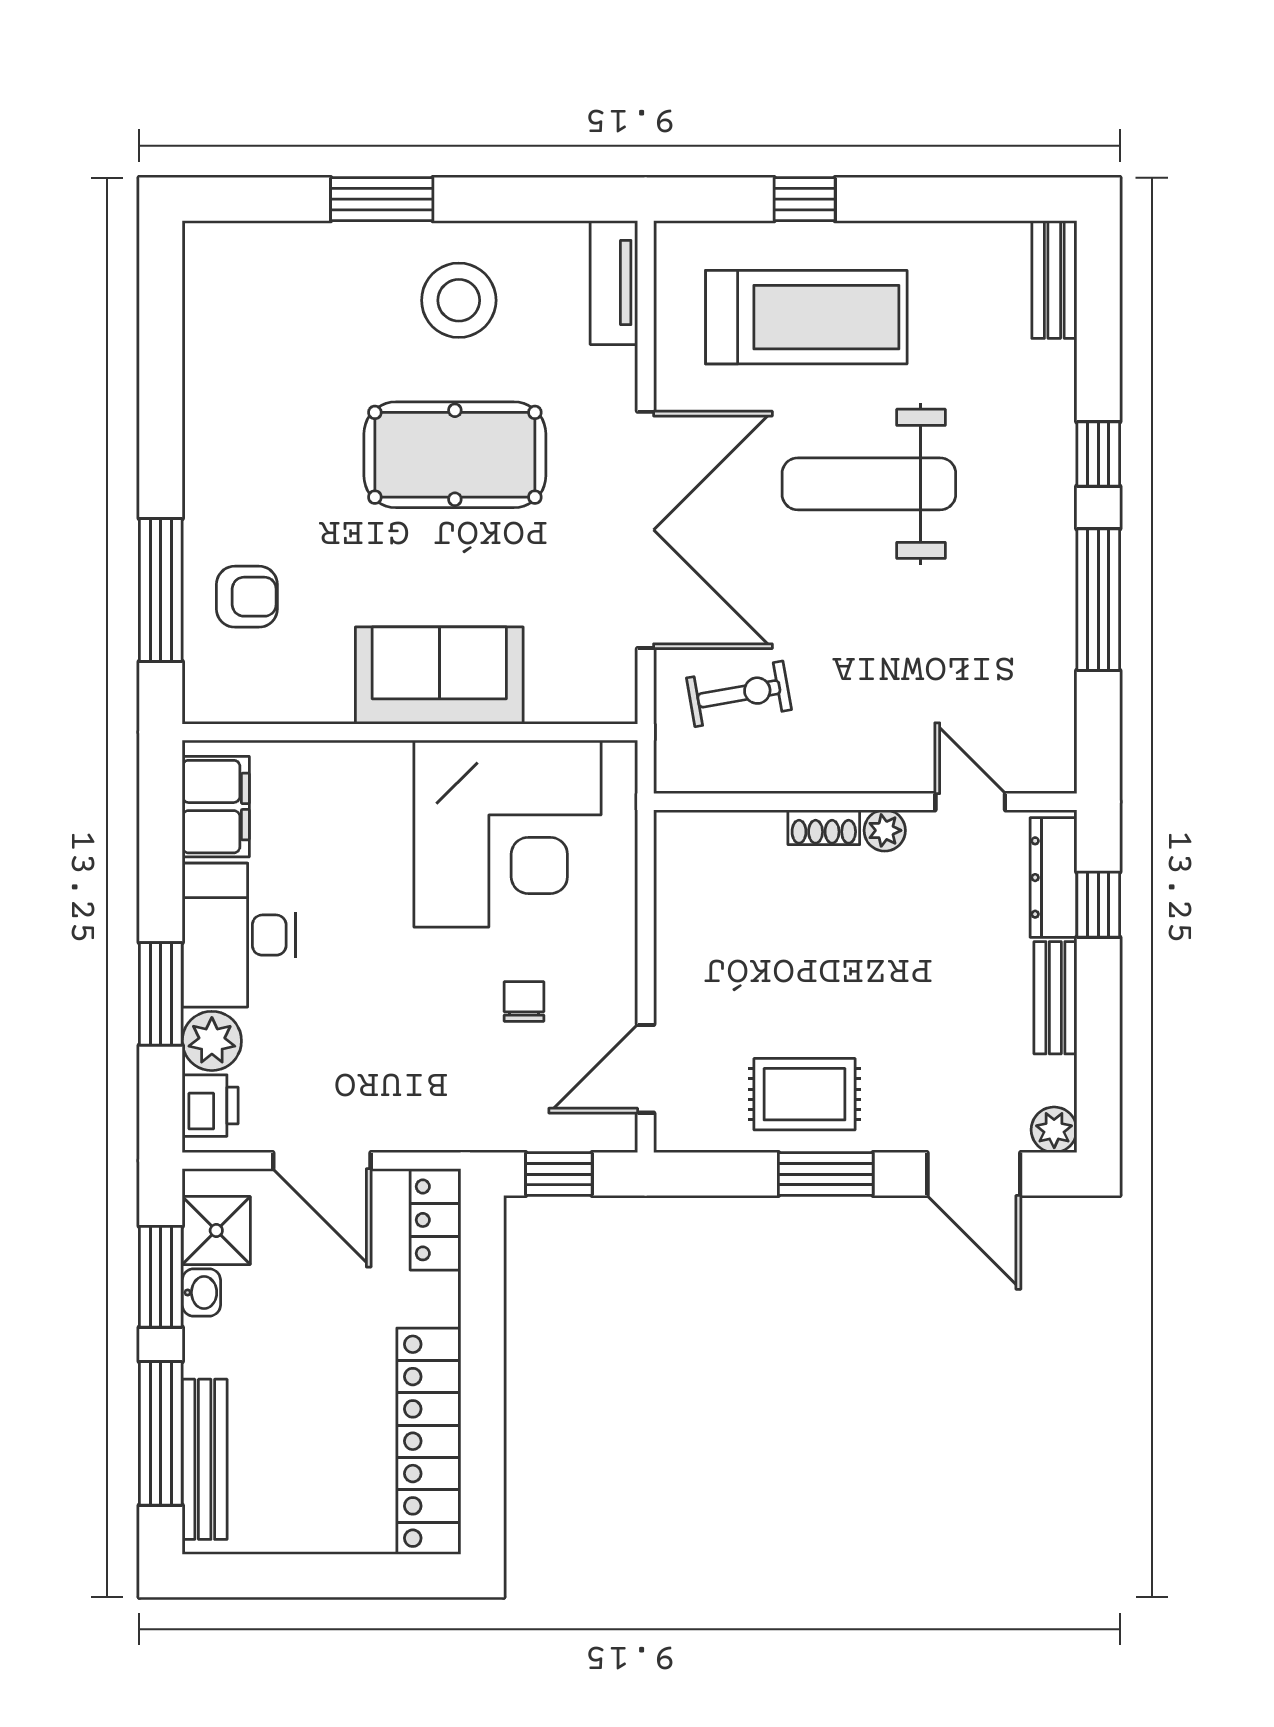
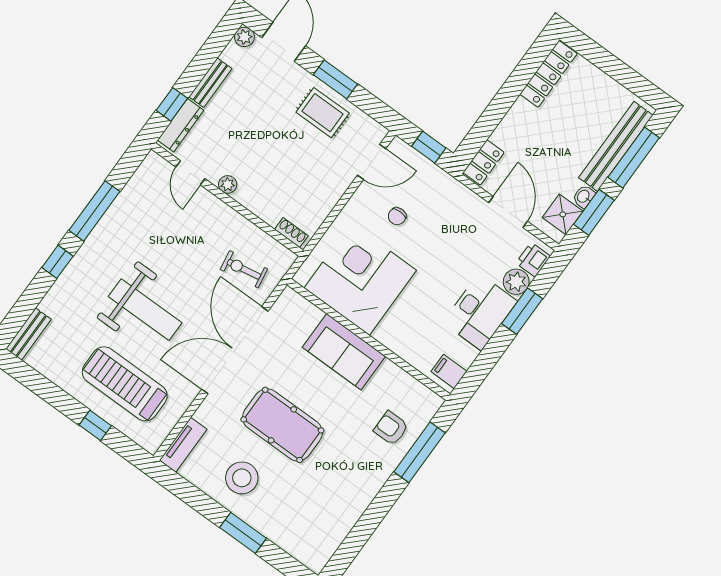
filing cabinet: (216, 807) -> (449, 371), width x0.50
shoe rack: (824, 827) -> (291, 233), moved
locker: (429, 1441) -> (548, 74), width x0.71, depth x0.83
bench: (205, 1459) -> (616, 146), width x1.37, depth x1.21

